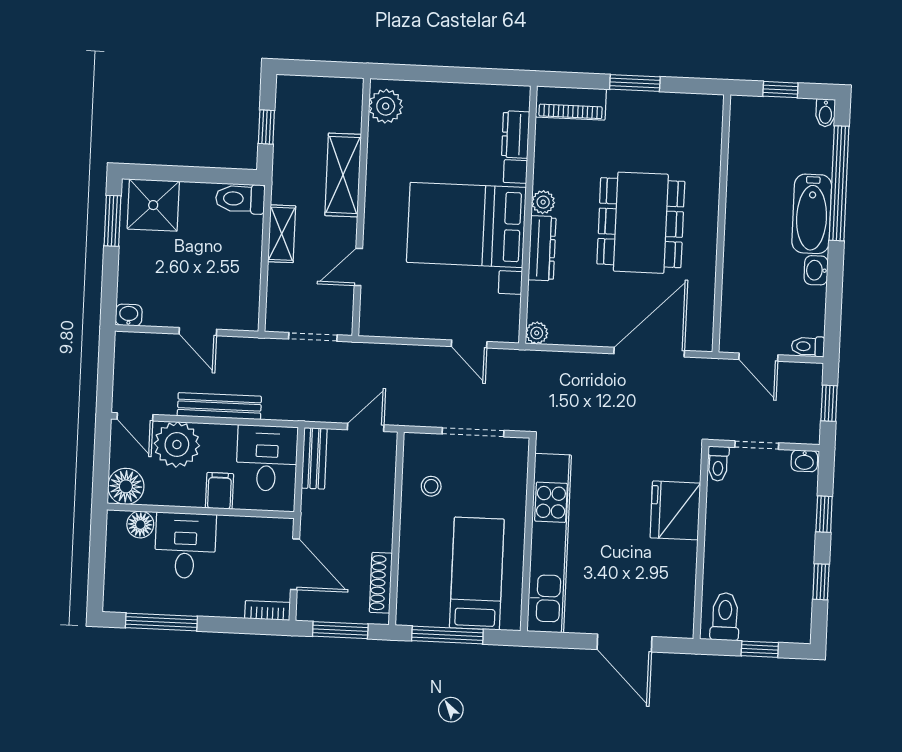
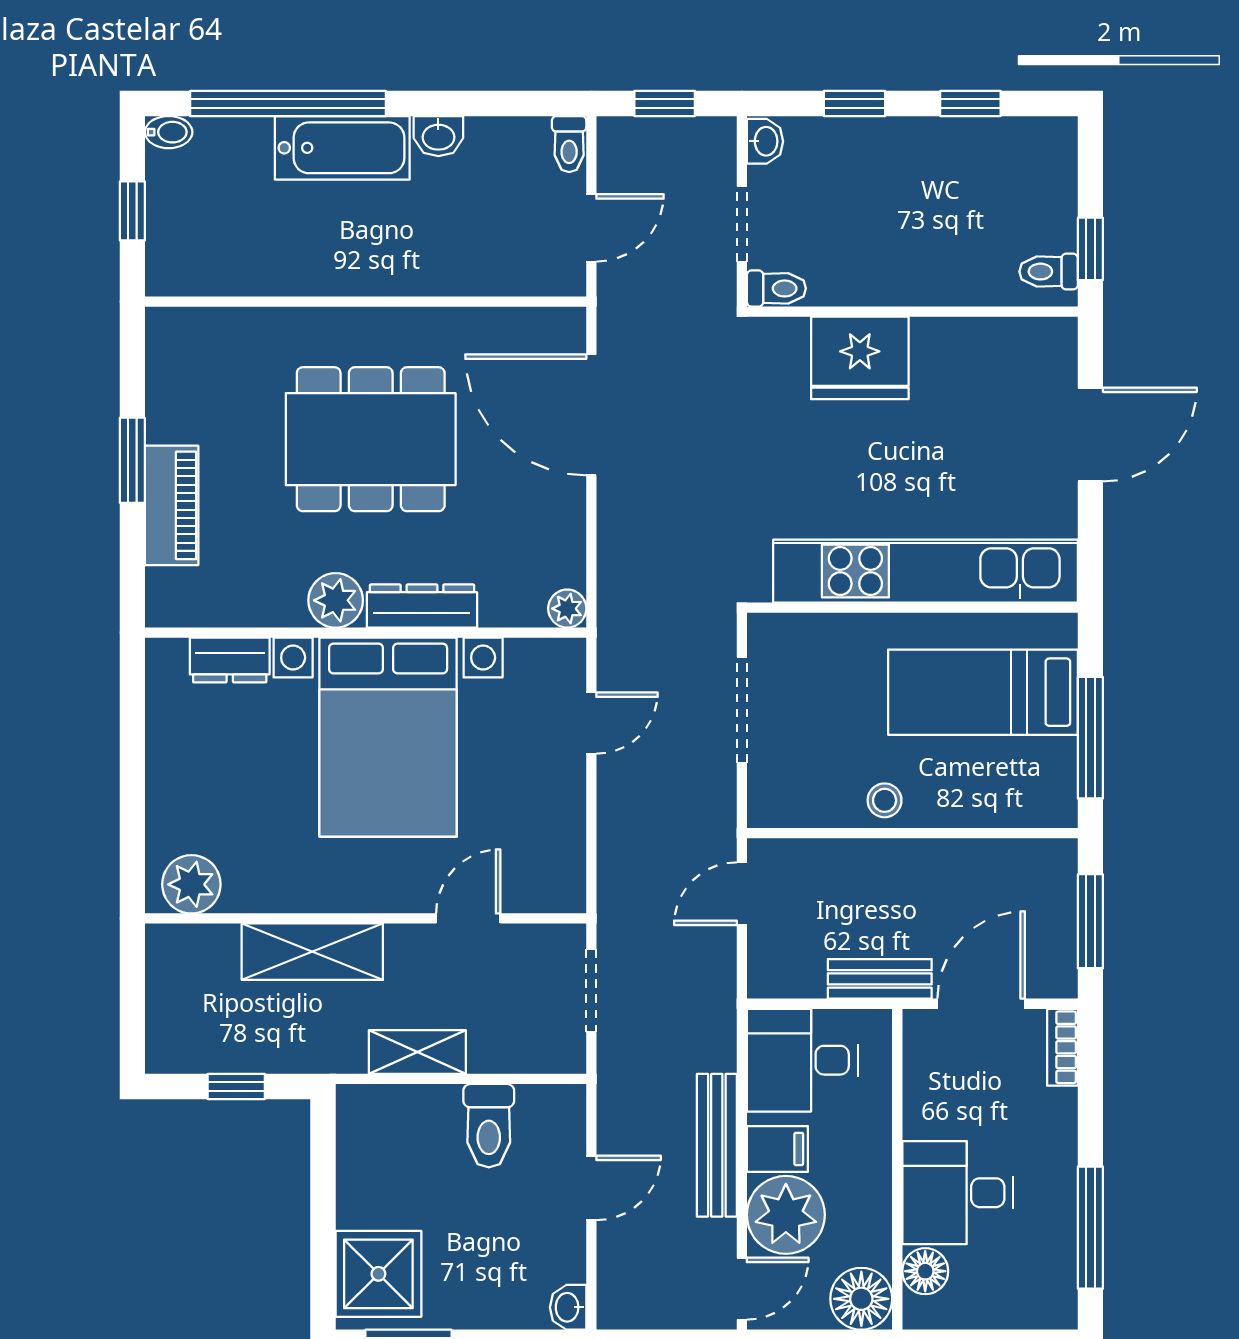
piano: (571, 103) -> (172, 505), moved
toilet: (240, 199) -> (489, 1126), moved
plant: (543, 202) -> (336, 600), width x1.38, depth x1.38
door: (358, 267) -> (468, 918), swing flipped
door: (366, 427) -> (742, 894), hinge flipped
bench: (314, 458) -> (880, 979), moved
stool: (431, 486) -> (885, 800), moved
filing cabinet: (219, 491) -> (777, 1149), moved, turned 180
shoe rack: (381, 583) -> (1006, 856), removed
toilet: (725, 617) -> (1049, 272), width x0.73, depth x0.72
window: (760, 649) -> (1090, 249), moved

